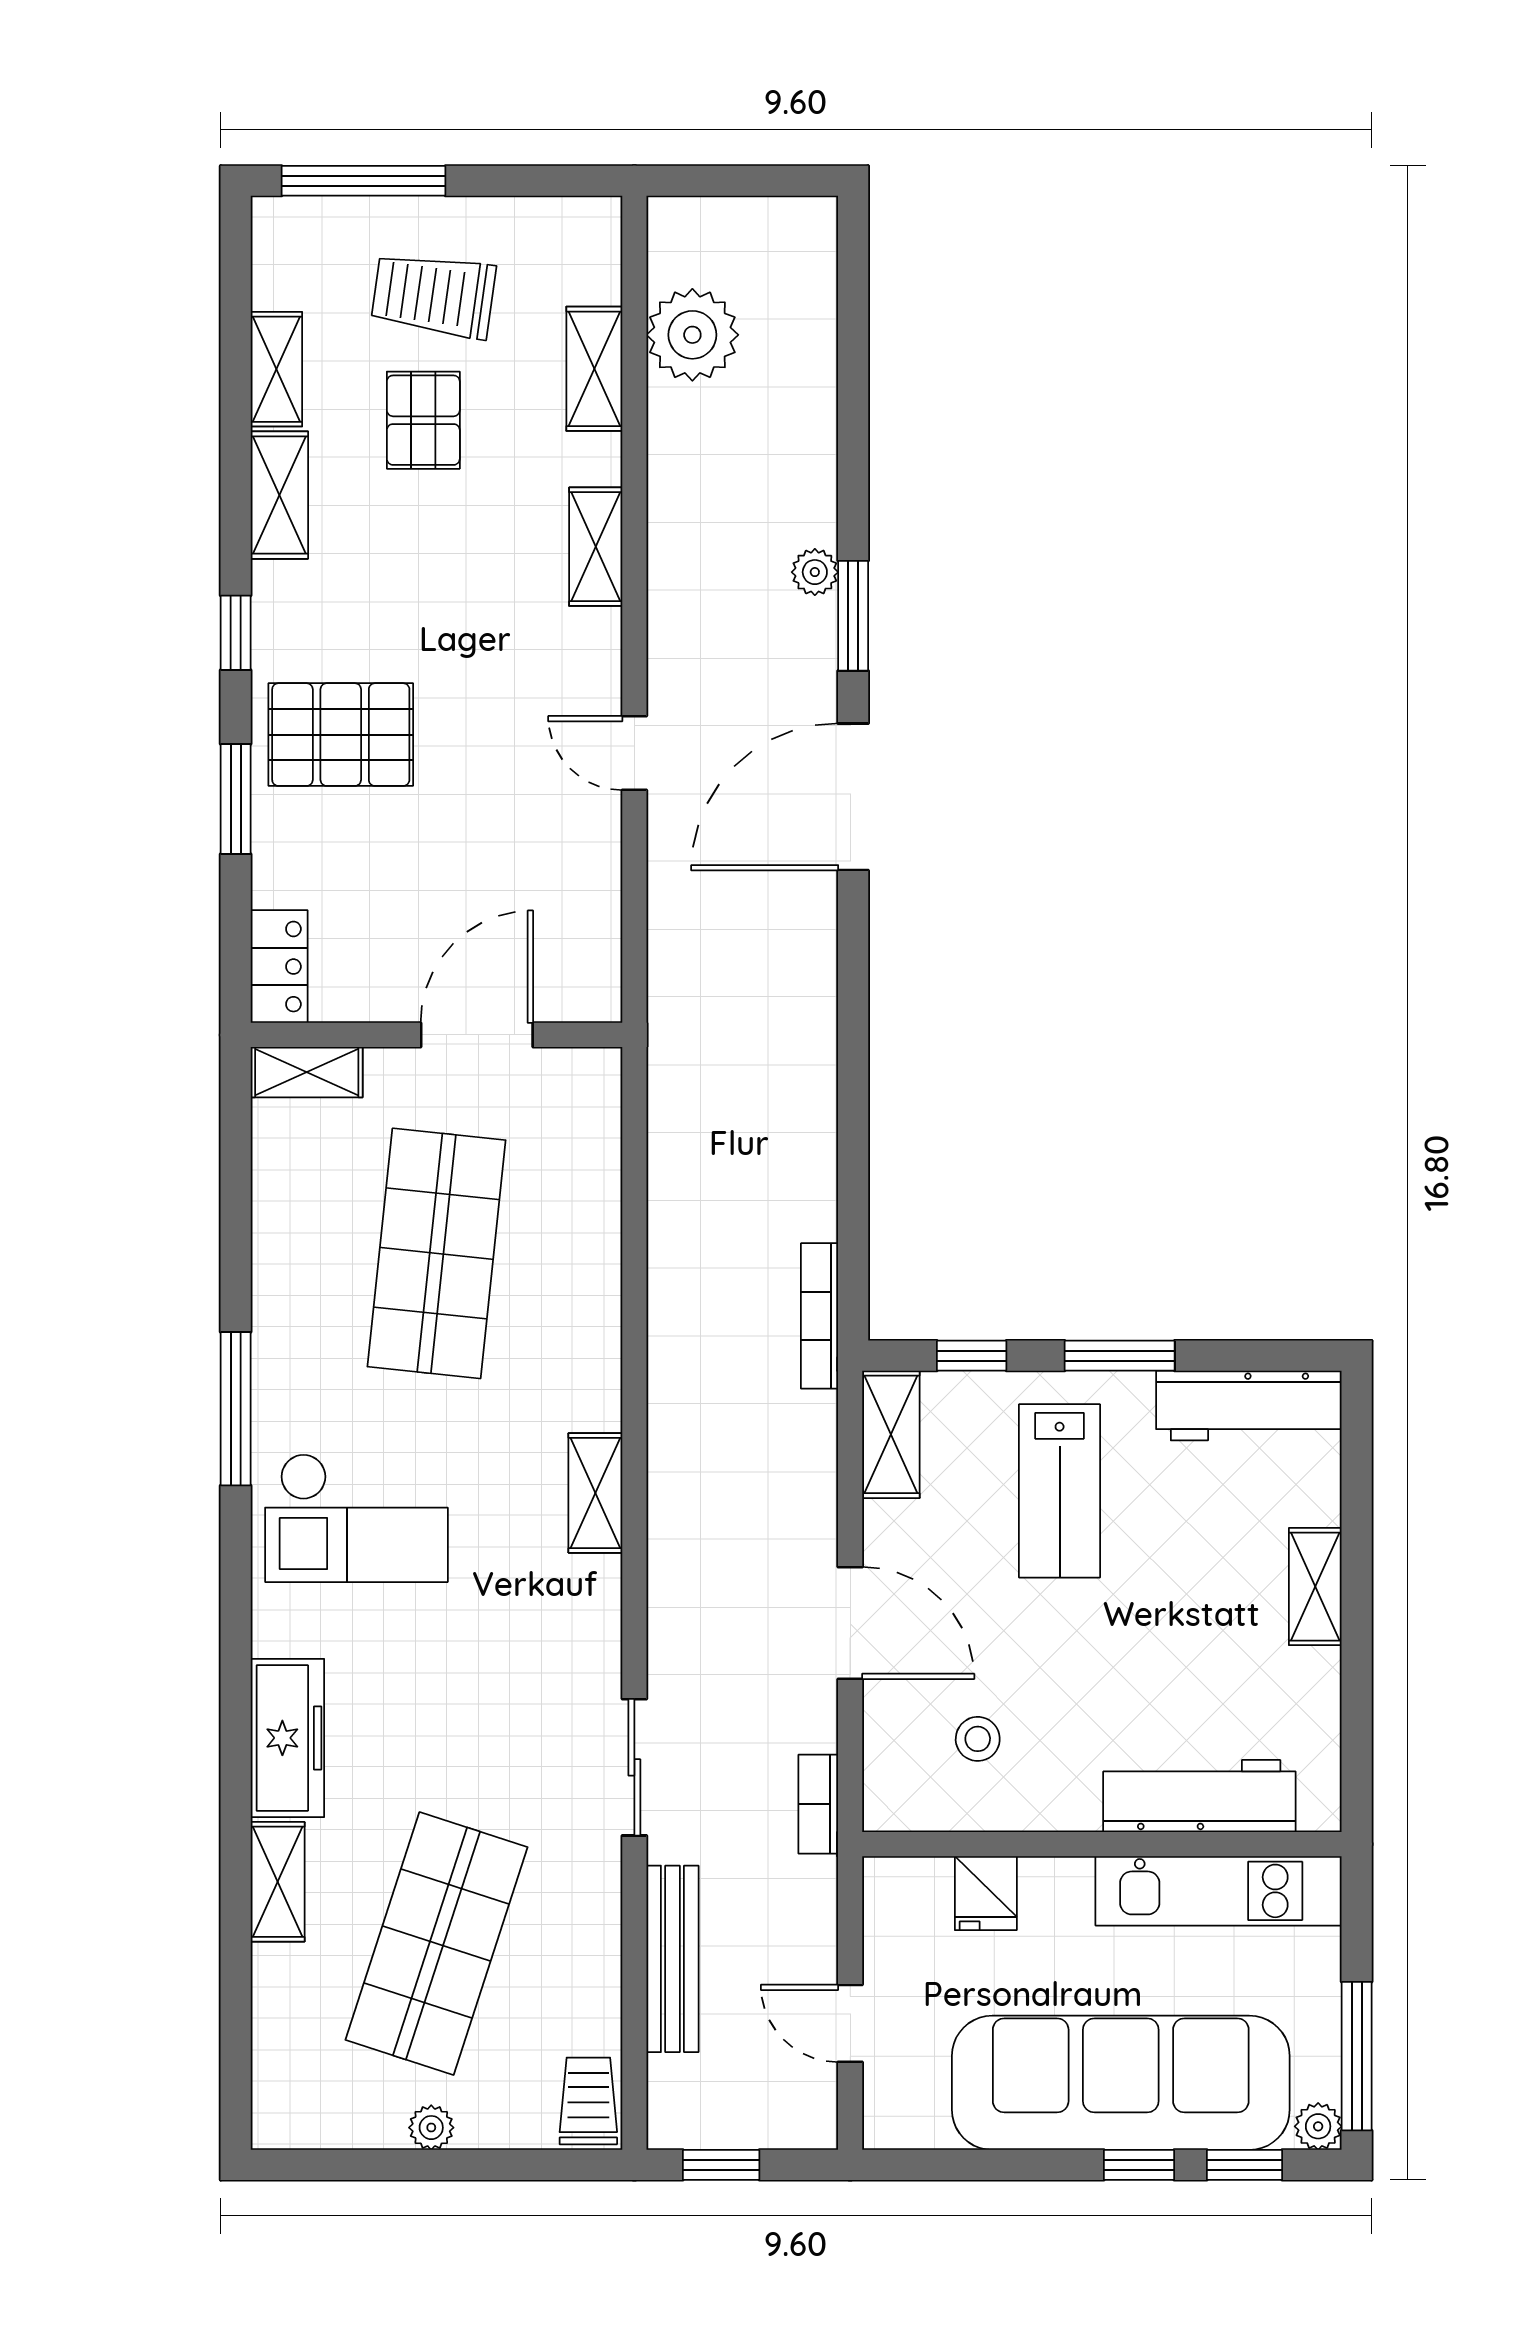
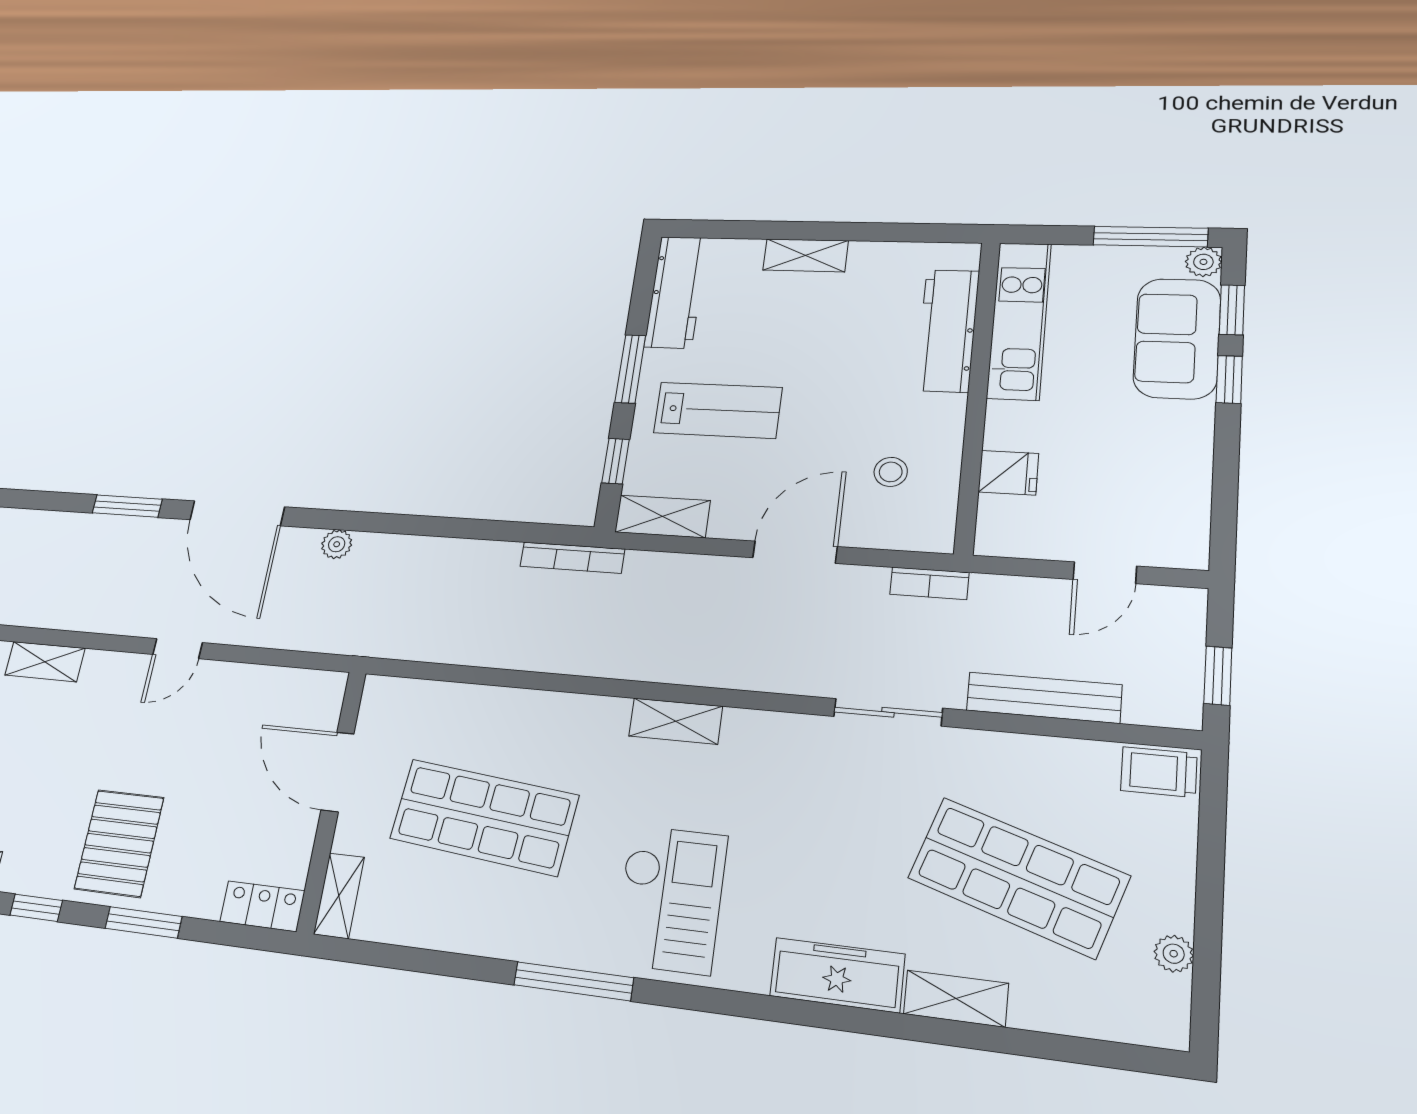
plant: (815, 572) -> (337, 544), moved
sofa: (1121, 2083) -> (1177, 338), width x0.54, depth x0.79
plant: (431, 2128) -> (1174, 954), moved

